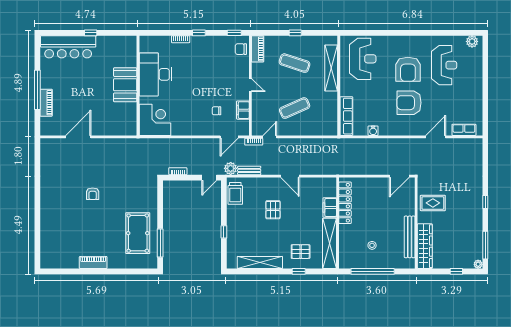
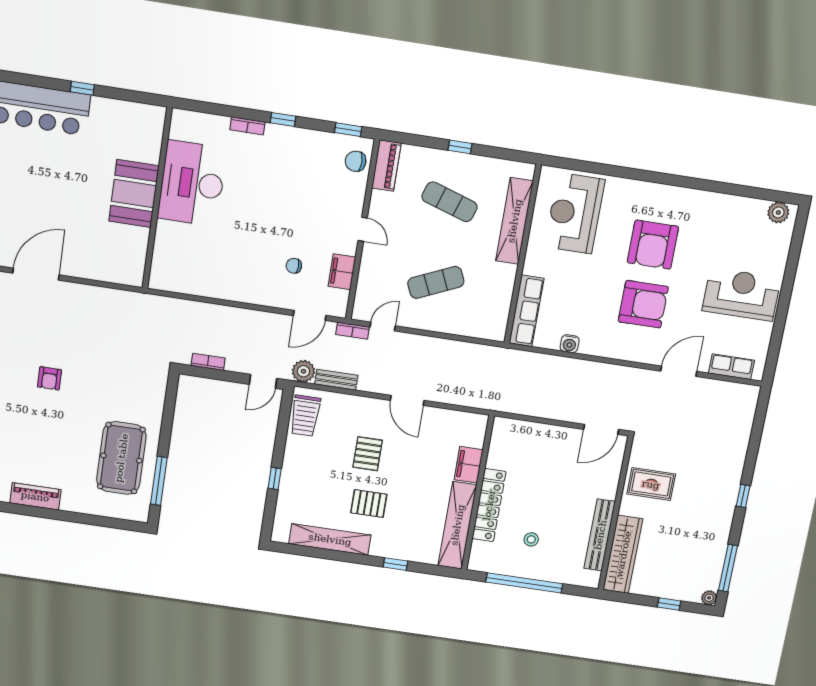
reception desk: (363, 59) -> (575, 213), turned 180
reception desk: (444, 65) -> (741, 294), moved, turned -90
armchair: (409, 103) -> (643, 304), turned 180
corner desk: (155, 120) -> (180, 265), removed
locker: (345, 203) -> (489, 505), moved
pallet: (301, 252) -> (369, 504), moved

